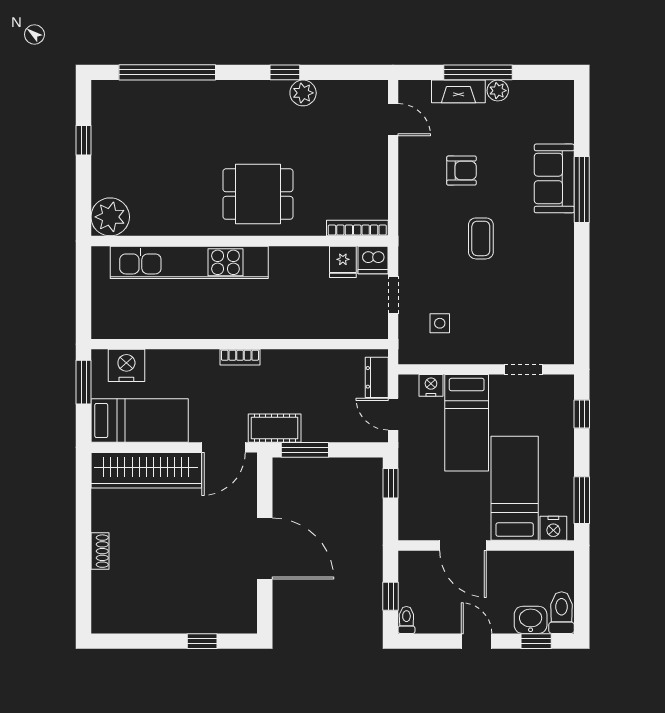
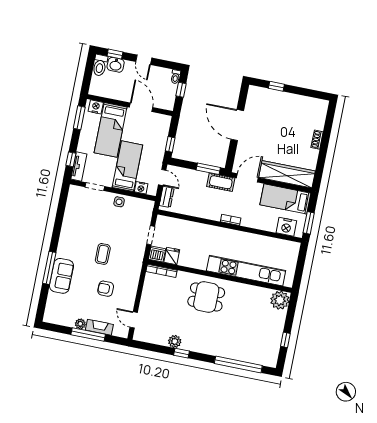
side table: (440, 323) -> (119, 202), moved
tv unit: (563, 403) -> (79, 167), added

